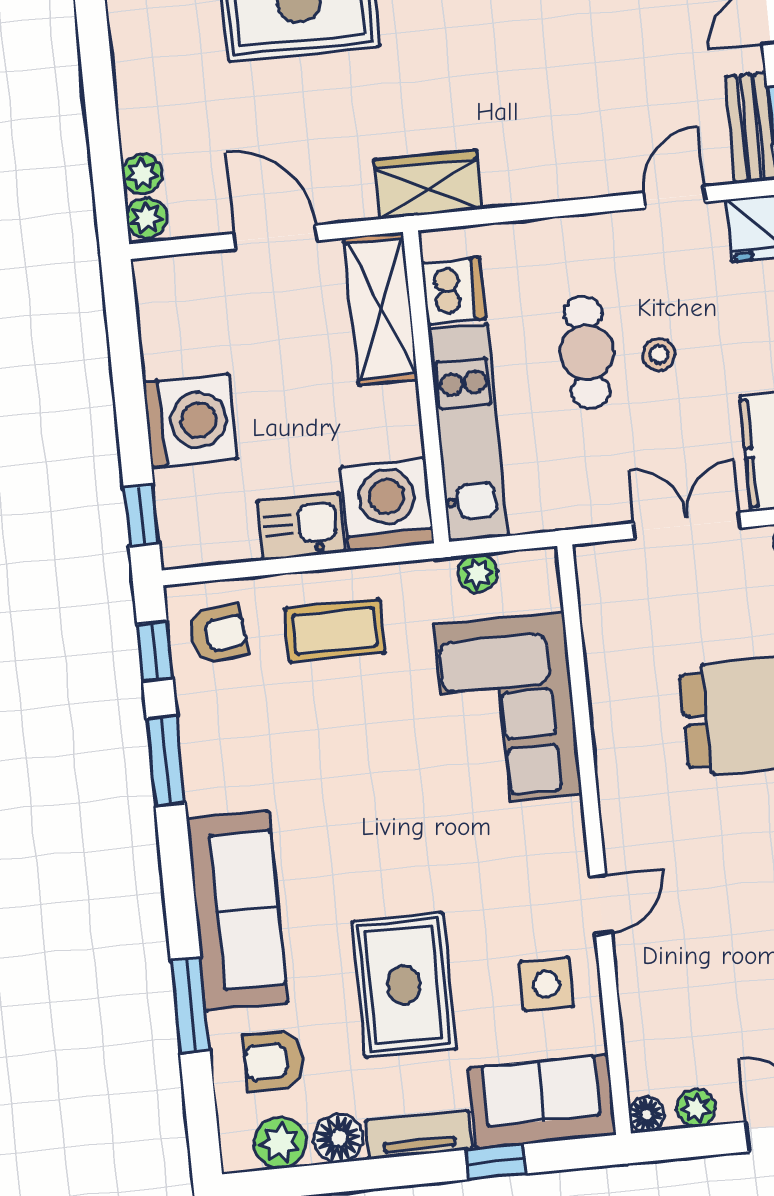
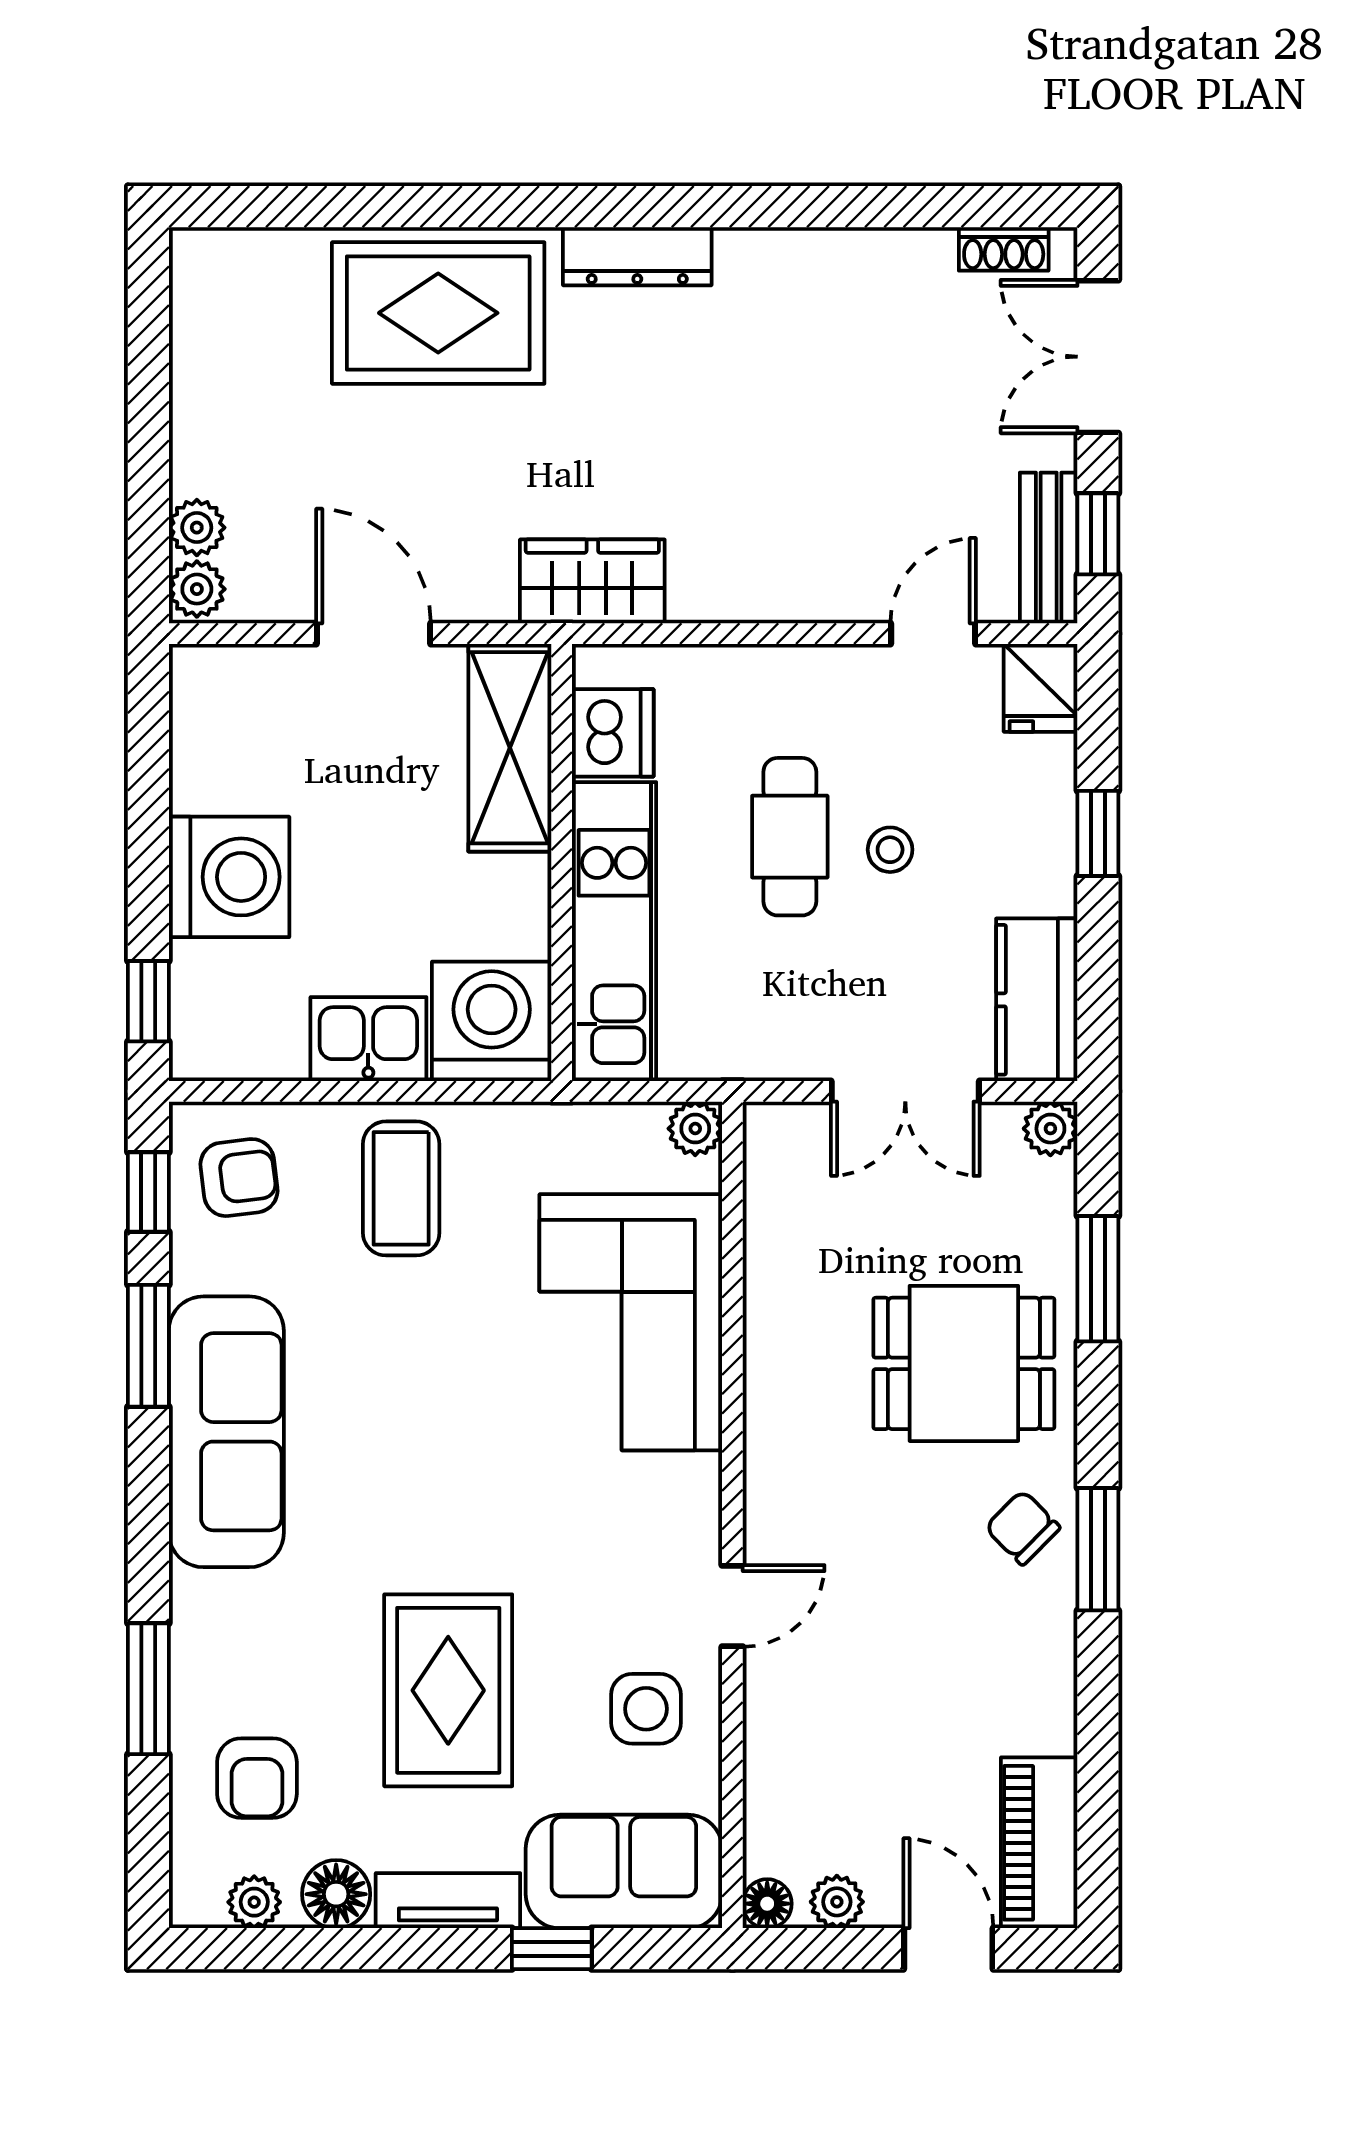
double door: (687, 525) -> (905, 1091), swing flipped
plant: (478, 573) -> (695, 1129), moved
coffee table: (335, 631) -> (401, 1188), turned 90
sofa: (237, 911) -> (226, 1432), moved
armchair: (274, 1061) -> (257, 1778), turned -90
plant: (280, 1143) -> (254, 1902), width x0.73, depth x0.73

